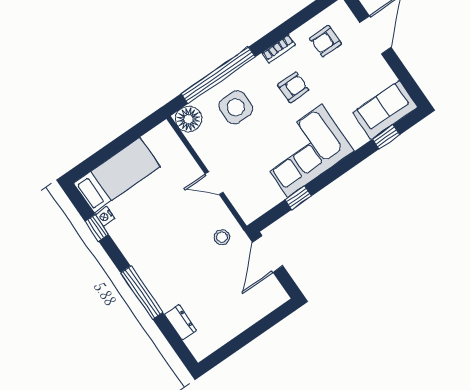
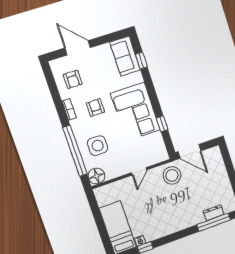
stool: (222, 237) -> (172, 175), width x1.89, depth x1.89
window: (142, 293) -> (214, 222), moved

